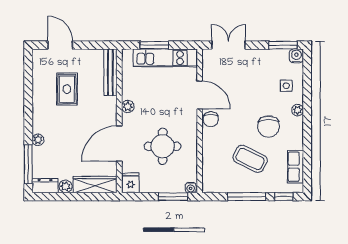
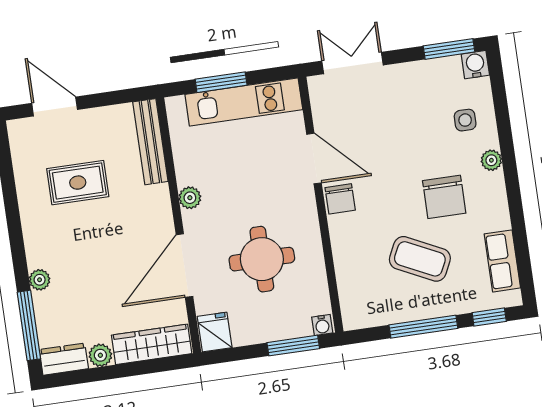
rug: (67, 89) -> (78, 183), turned 90

